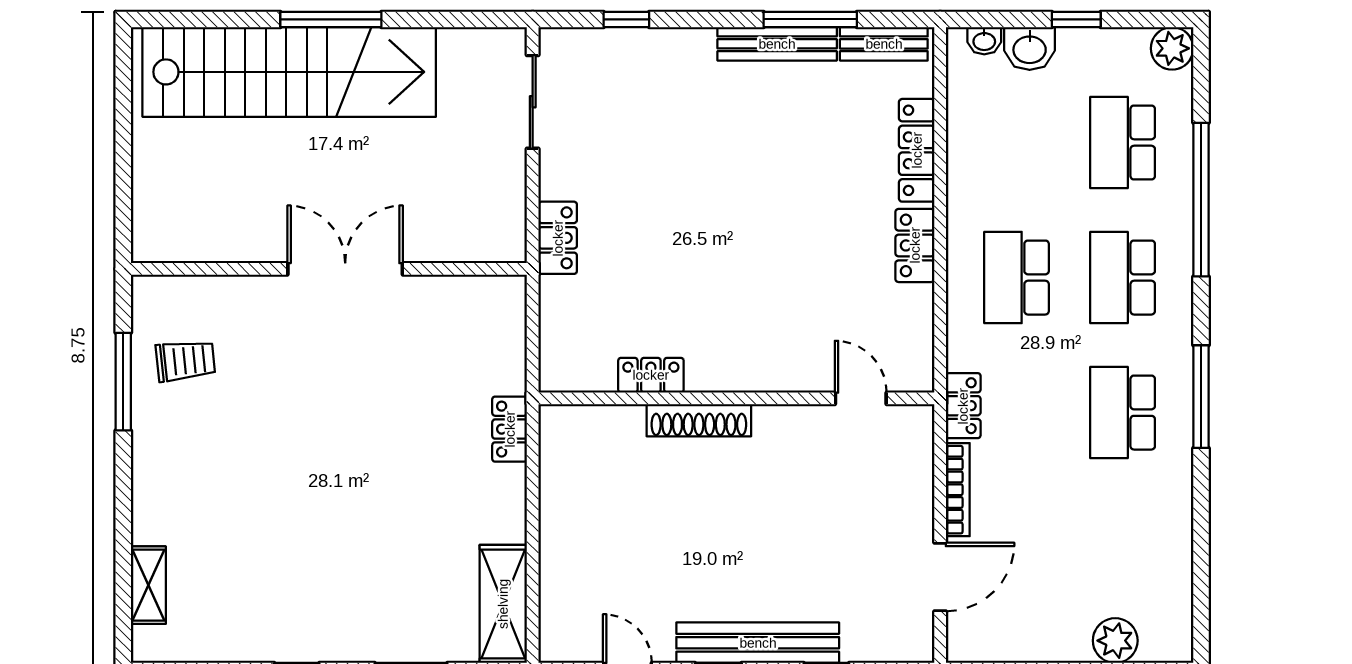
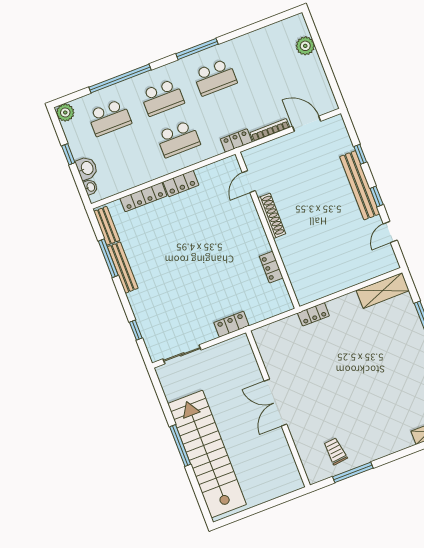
shoe rack: (699, 420) -> (272, 216), moved

